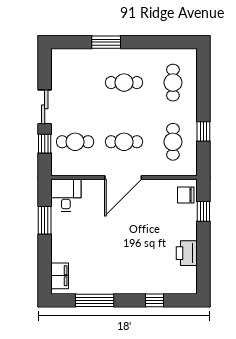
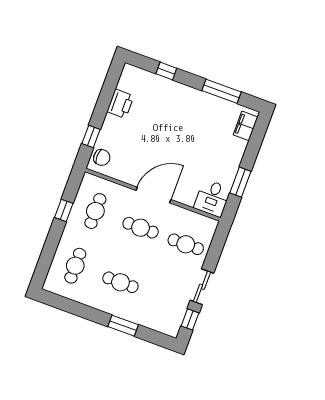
window: (45, 144) -> (190, 319), moved

